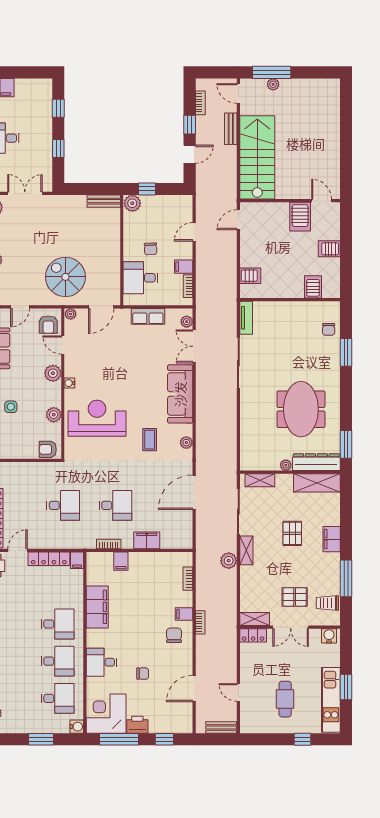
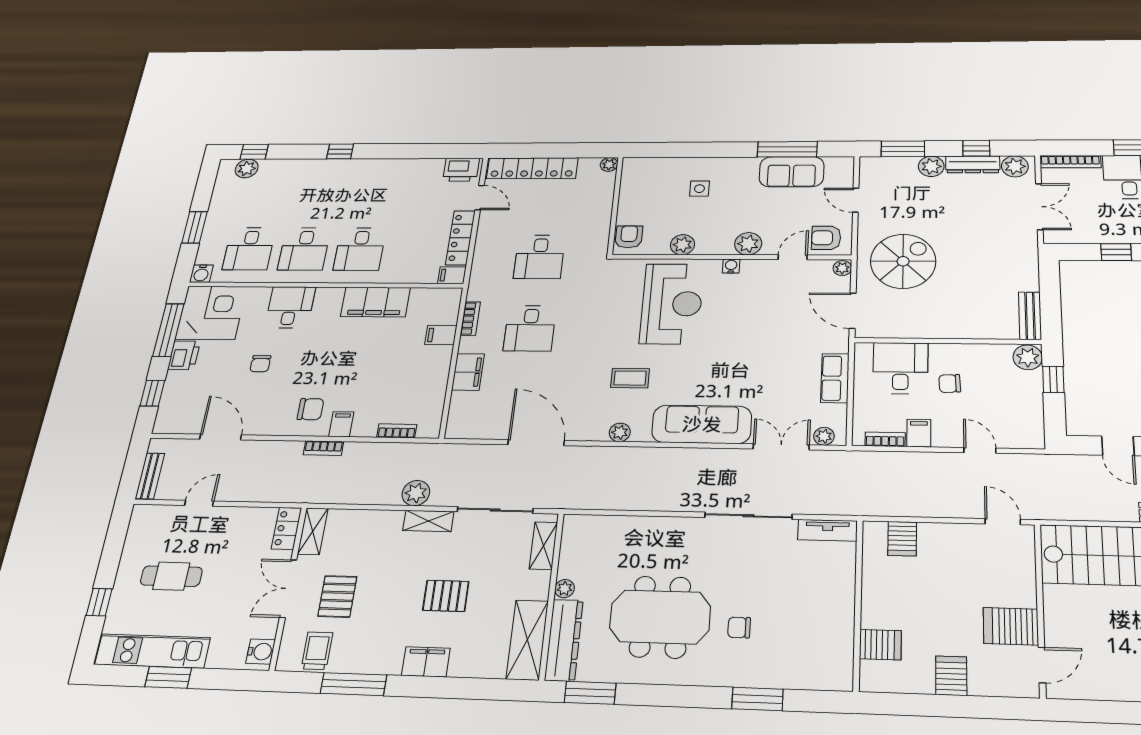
chair: (329, 329) -> (739, 627), moved

